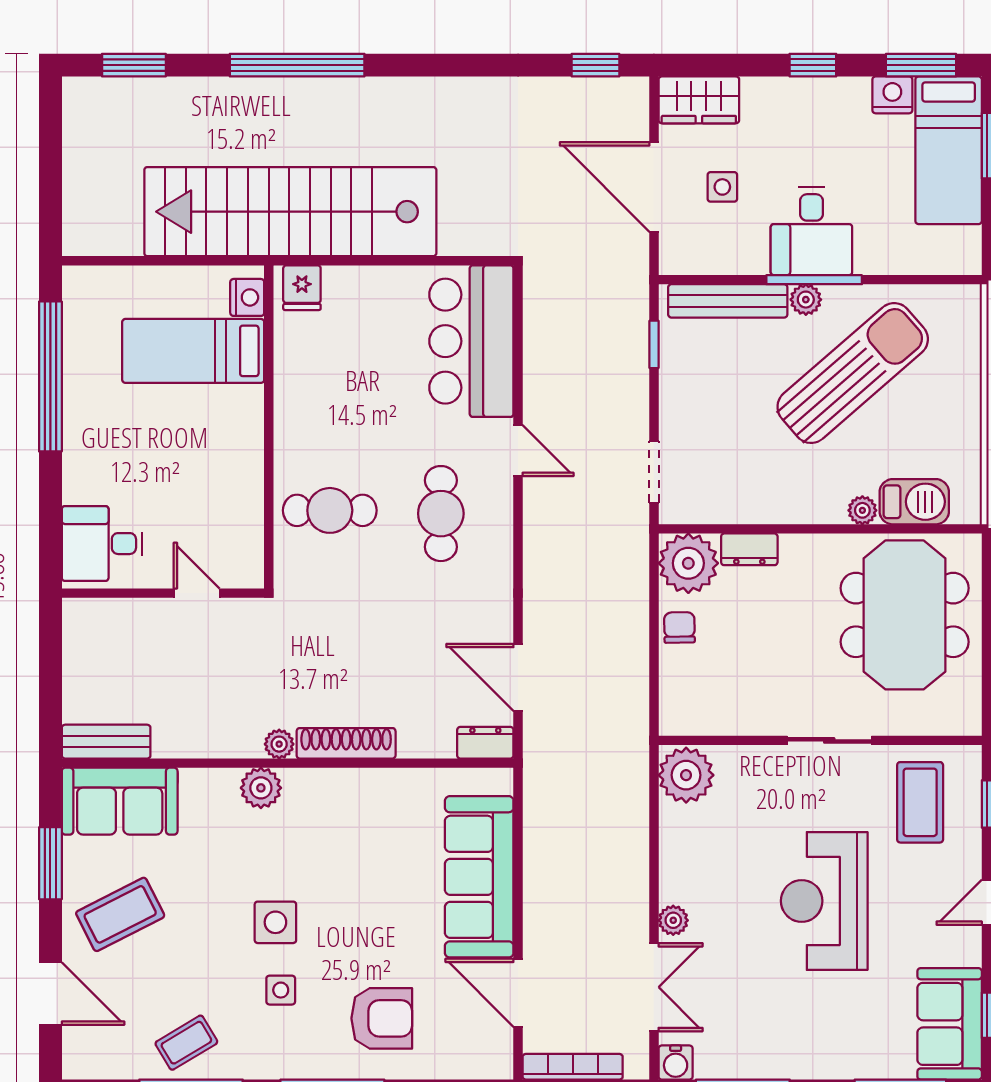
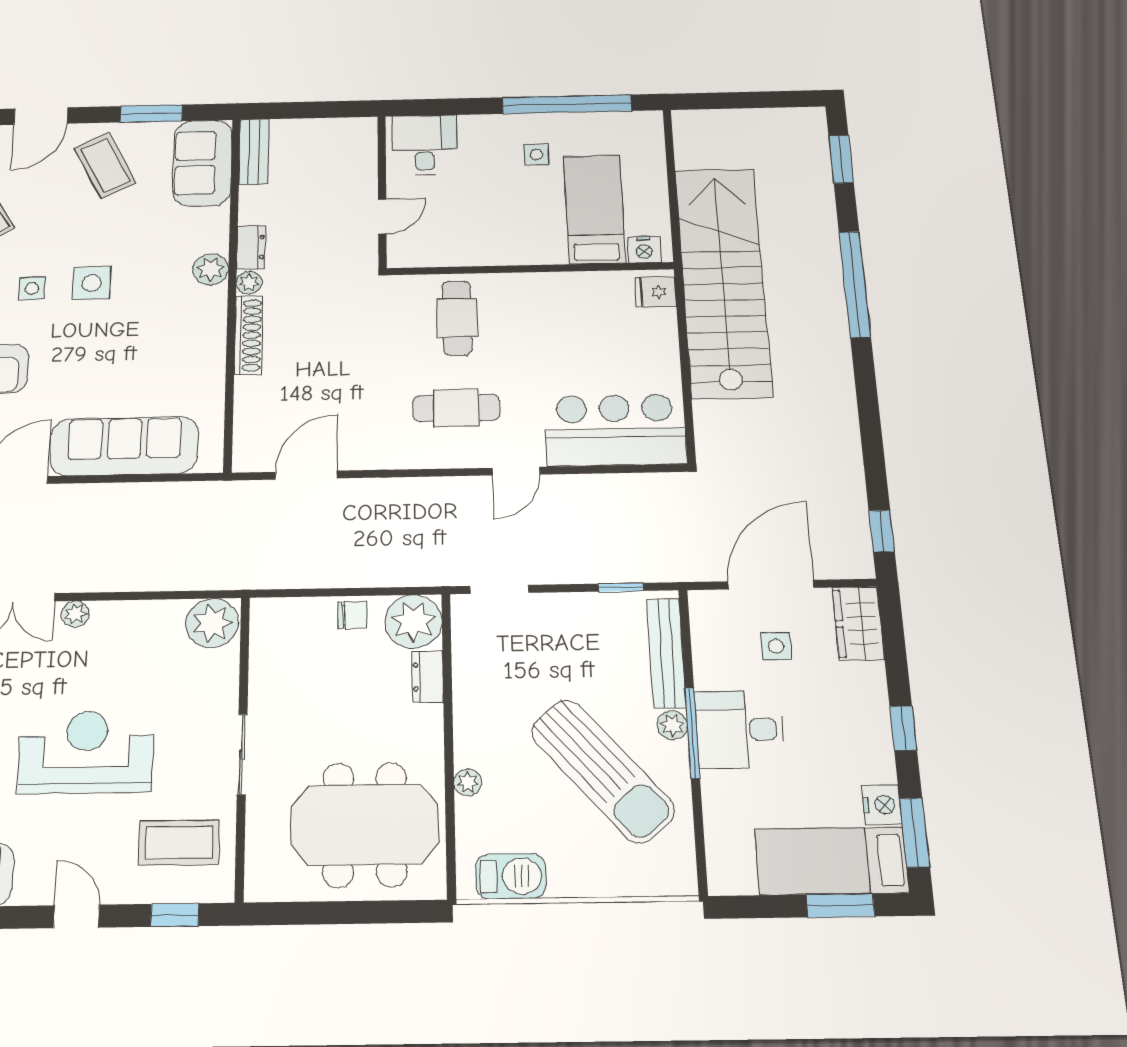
side table: (118, 415) -> (536, 154), added
barbecue: (914, 502) -> (511, 876), moved, turned -90
dresser: (485, 743) -> (251, 247), moved

